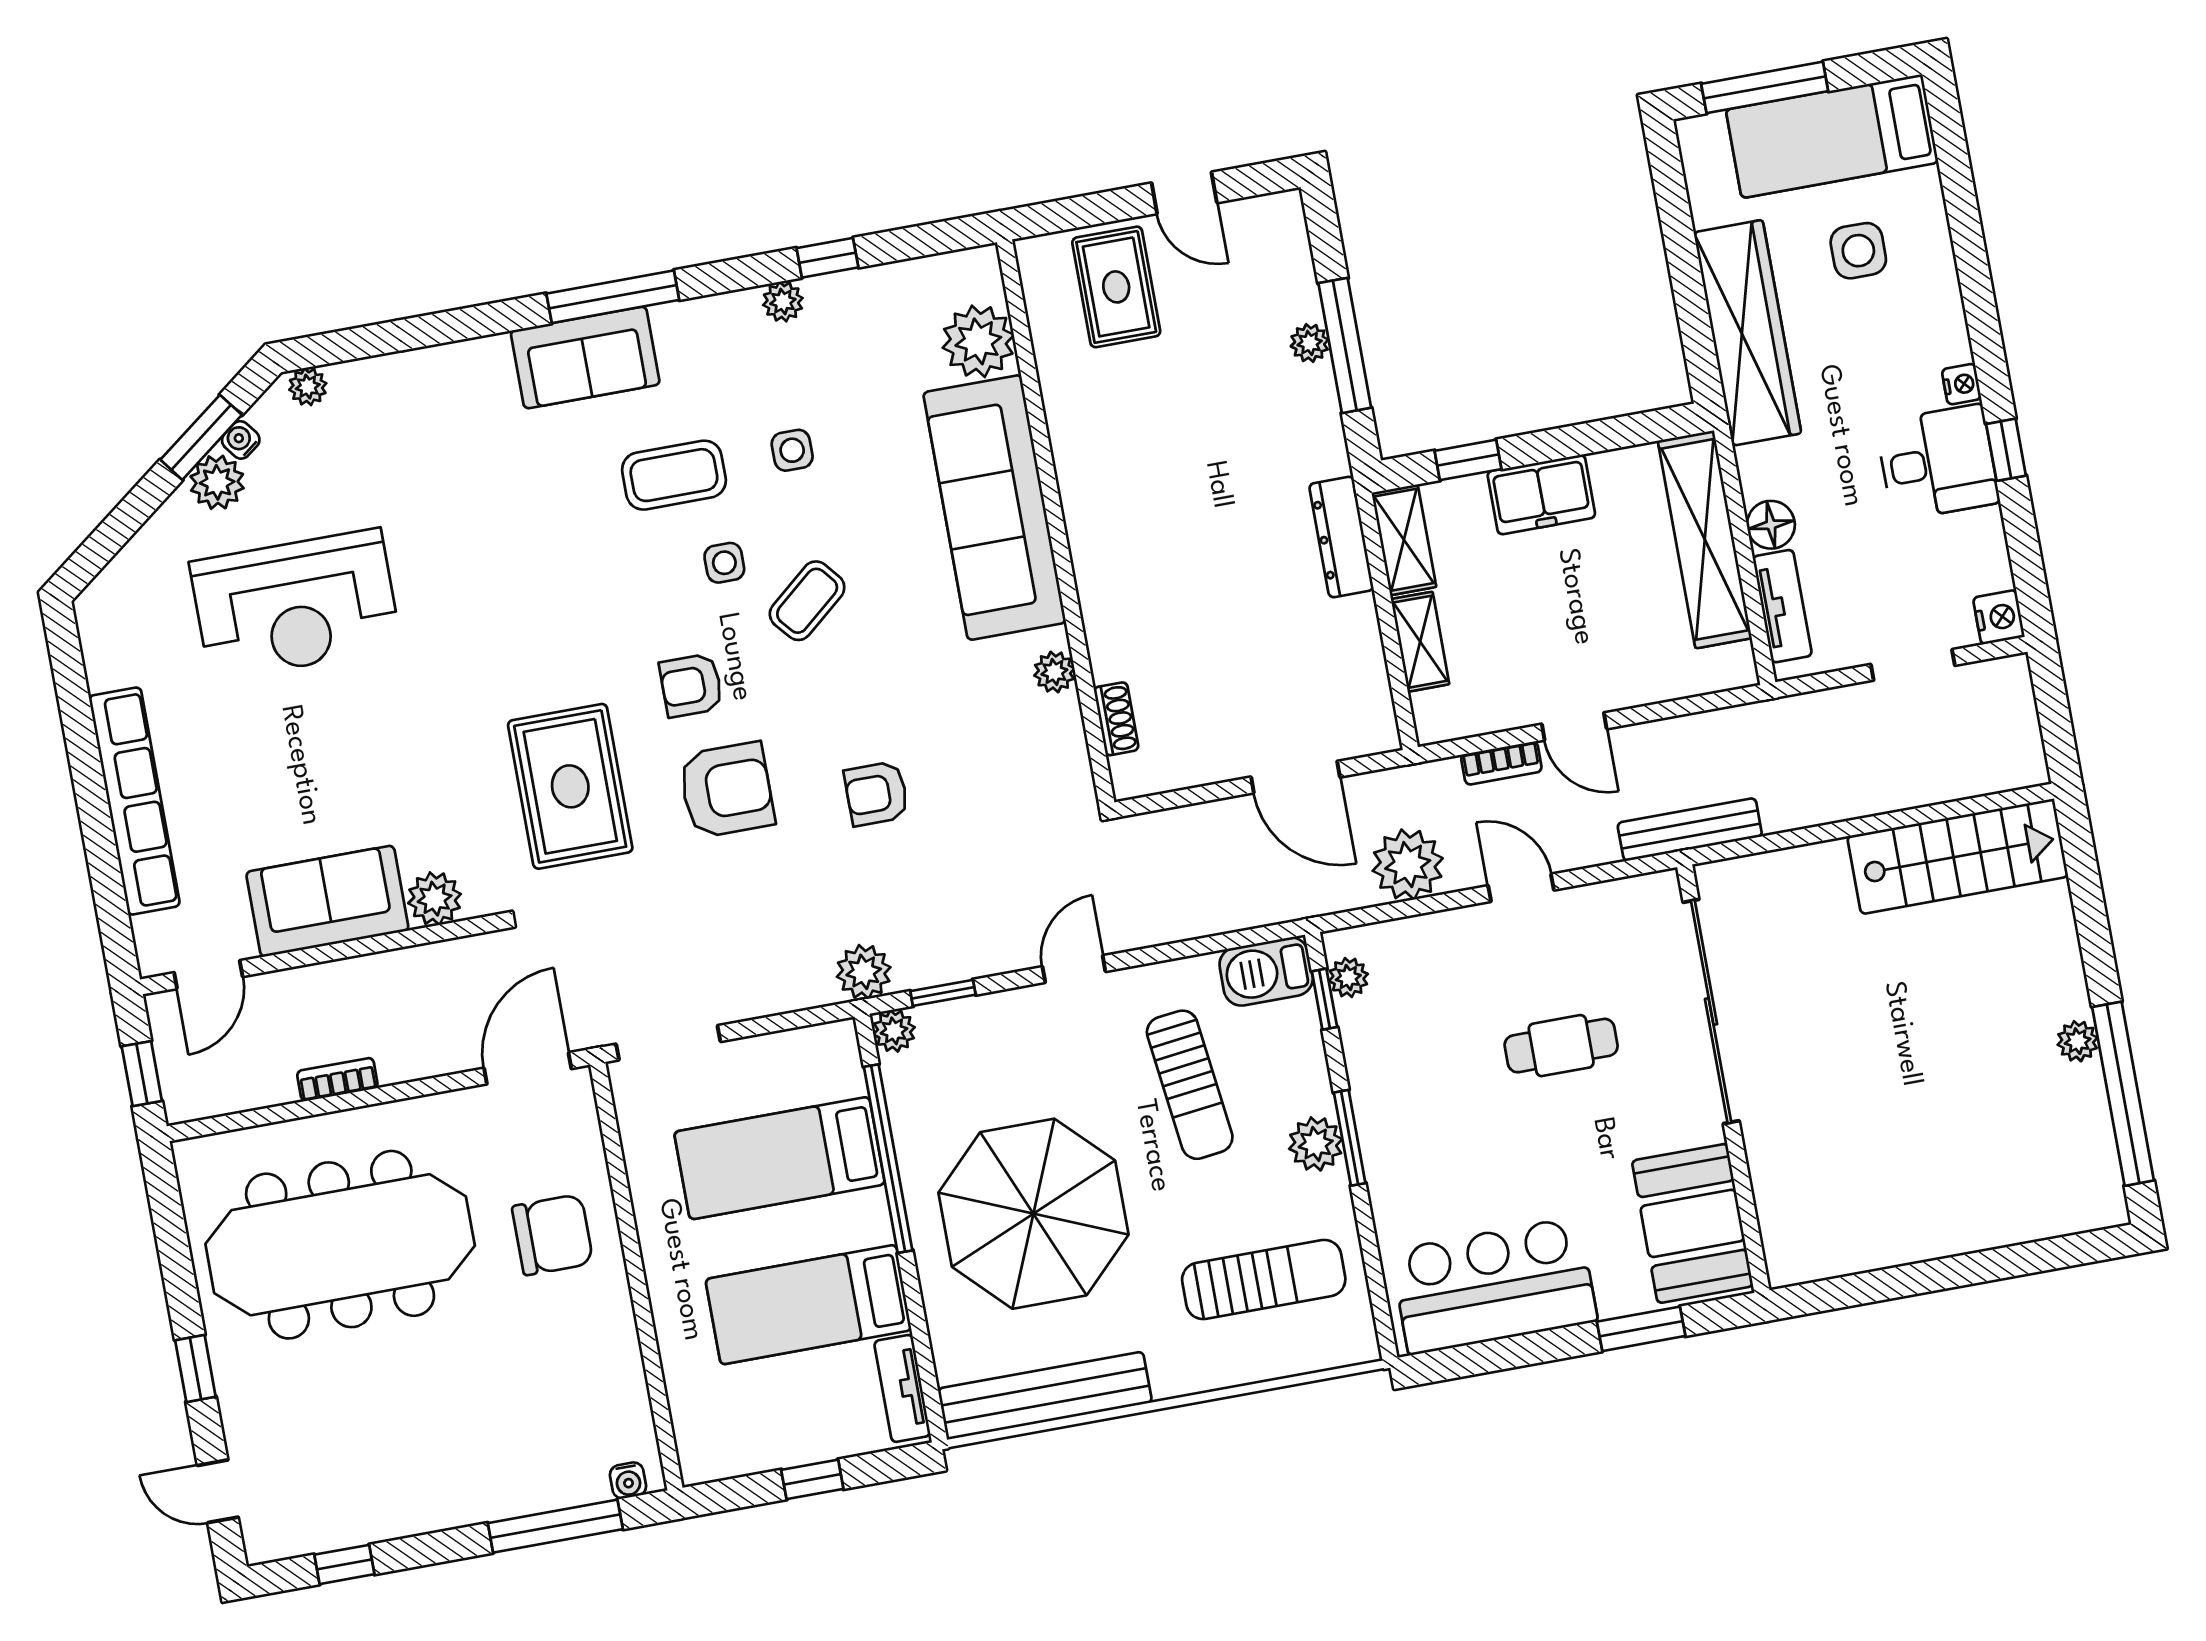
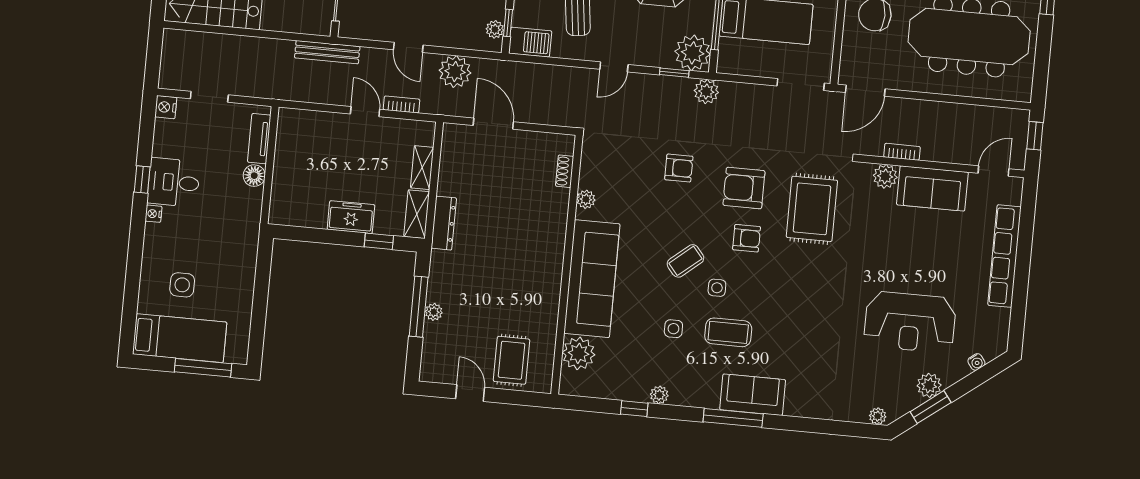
wardrobe: (1747, 333) -> (241, 263), removed
water cooler: (241, 440) -> (976, 362), moved
shelving: (1705, 539) -> (285, 177), removed
reception desk: (295, 605) -> (910, 322), turned 180
plant: (894, 1031) -> (693, 53), width x1.87, depth x1.87
bookcase: (337, 1080) -> (902, 152), moved, turned 180

